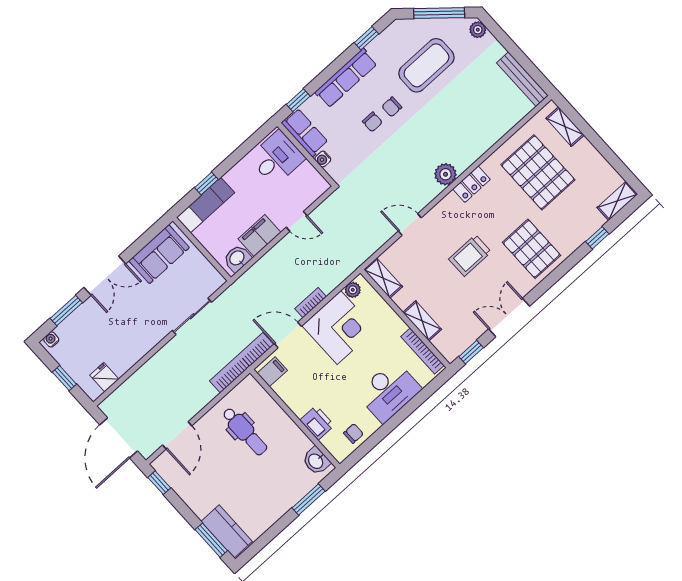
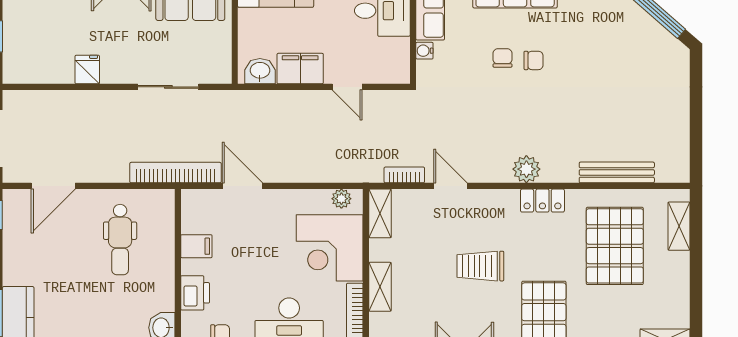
plant: (478, 30) -> (680, 61), removed
coffee table: (426, 65) -> (601, 51), removed
bench: (522, 79) -> (617, 172), moved, turned 90
chair: (392, 107) -> (534, 60), turned 180
chair: (372, 122) -> (502, 58), turned 180
bookcase: (311, 303) -> (404, 175), moved
corner desk: (339, 328) -> (330, 248), moved, turned 90
filing cabinet: (272, 372) -> (196, 246), moved
fridge: (104, 377) -> (87, 69), moved

